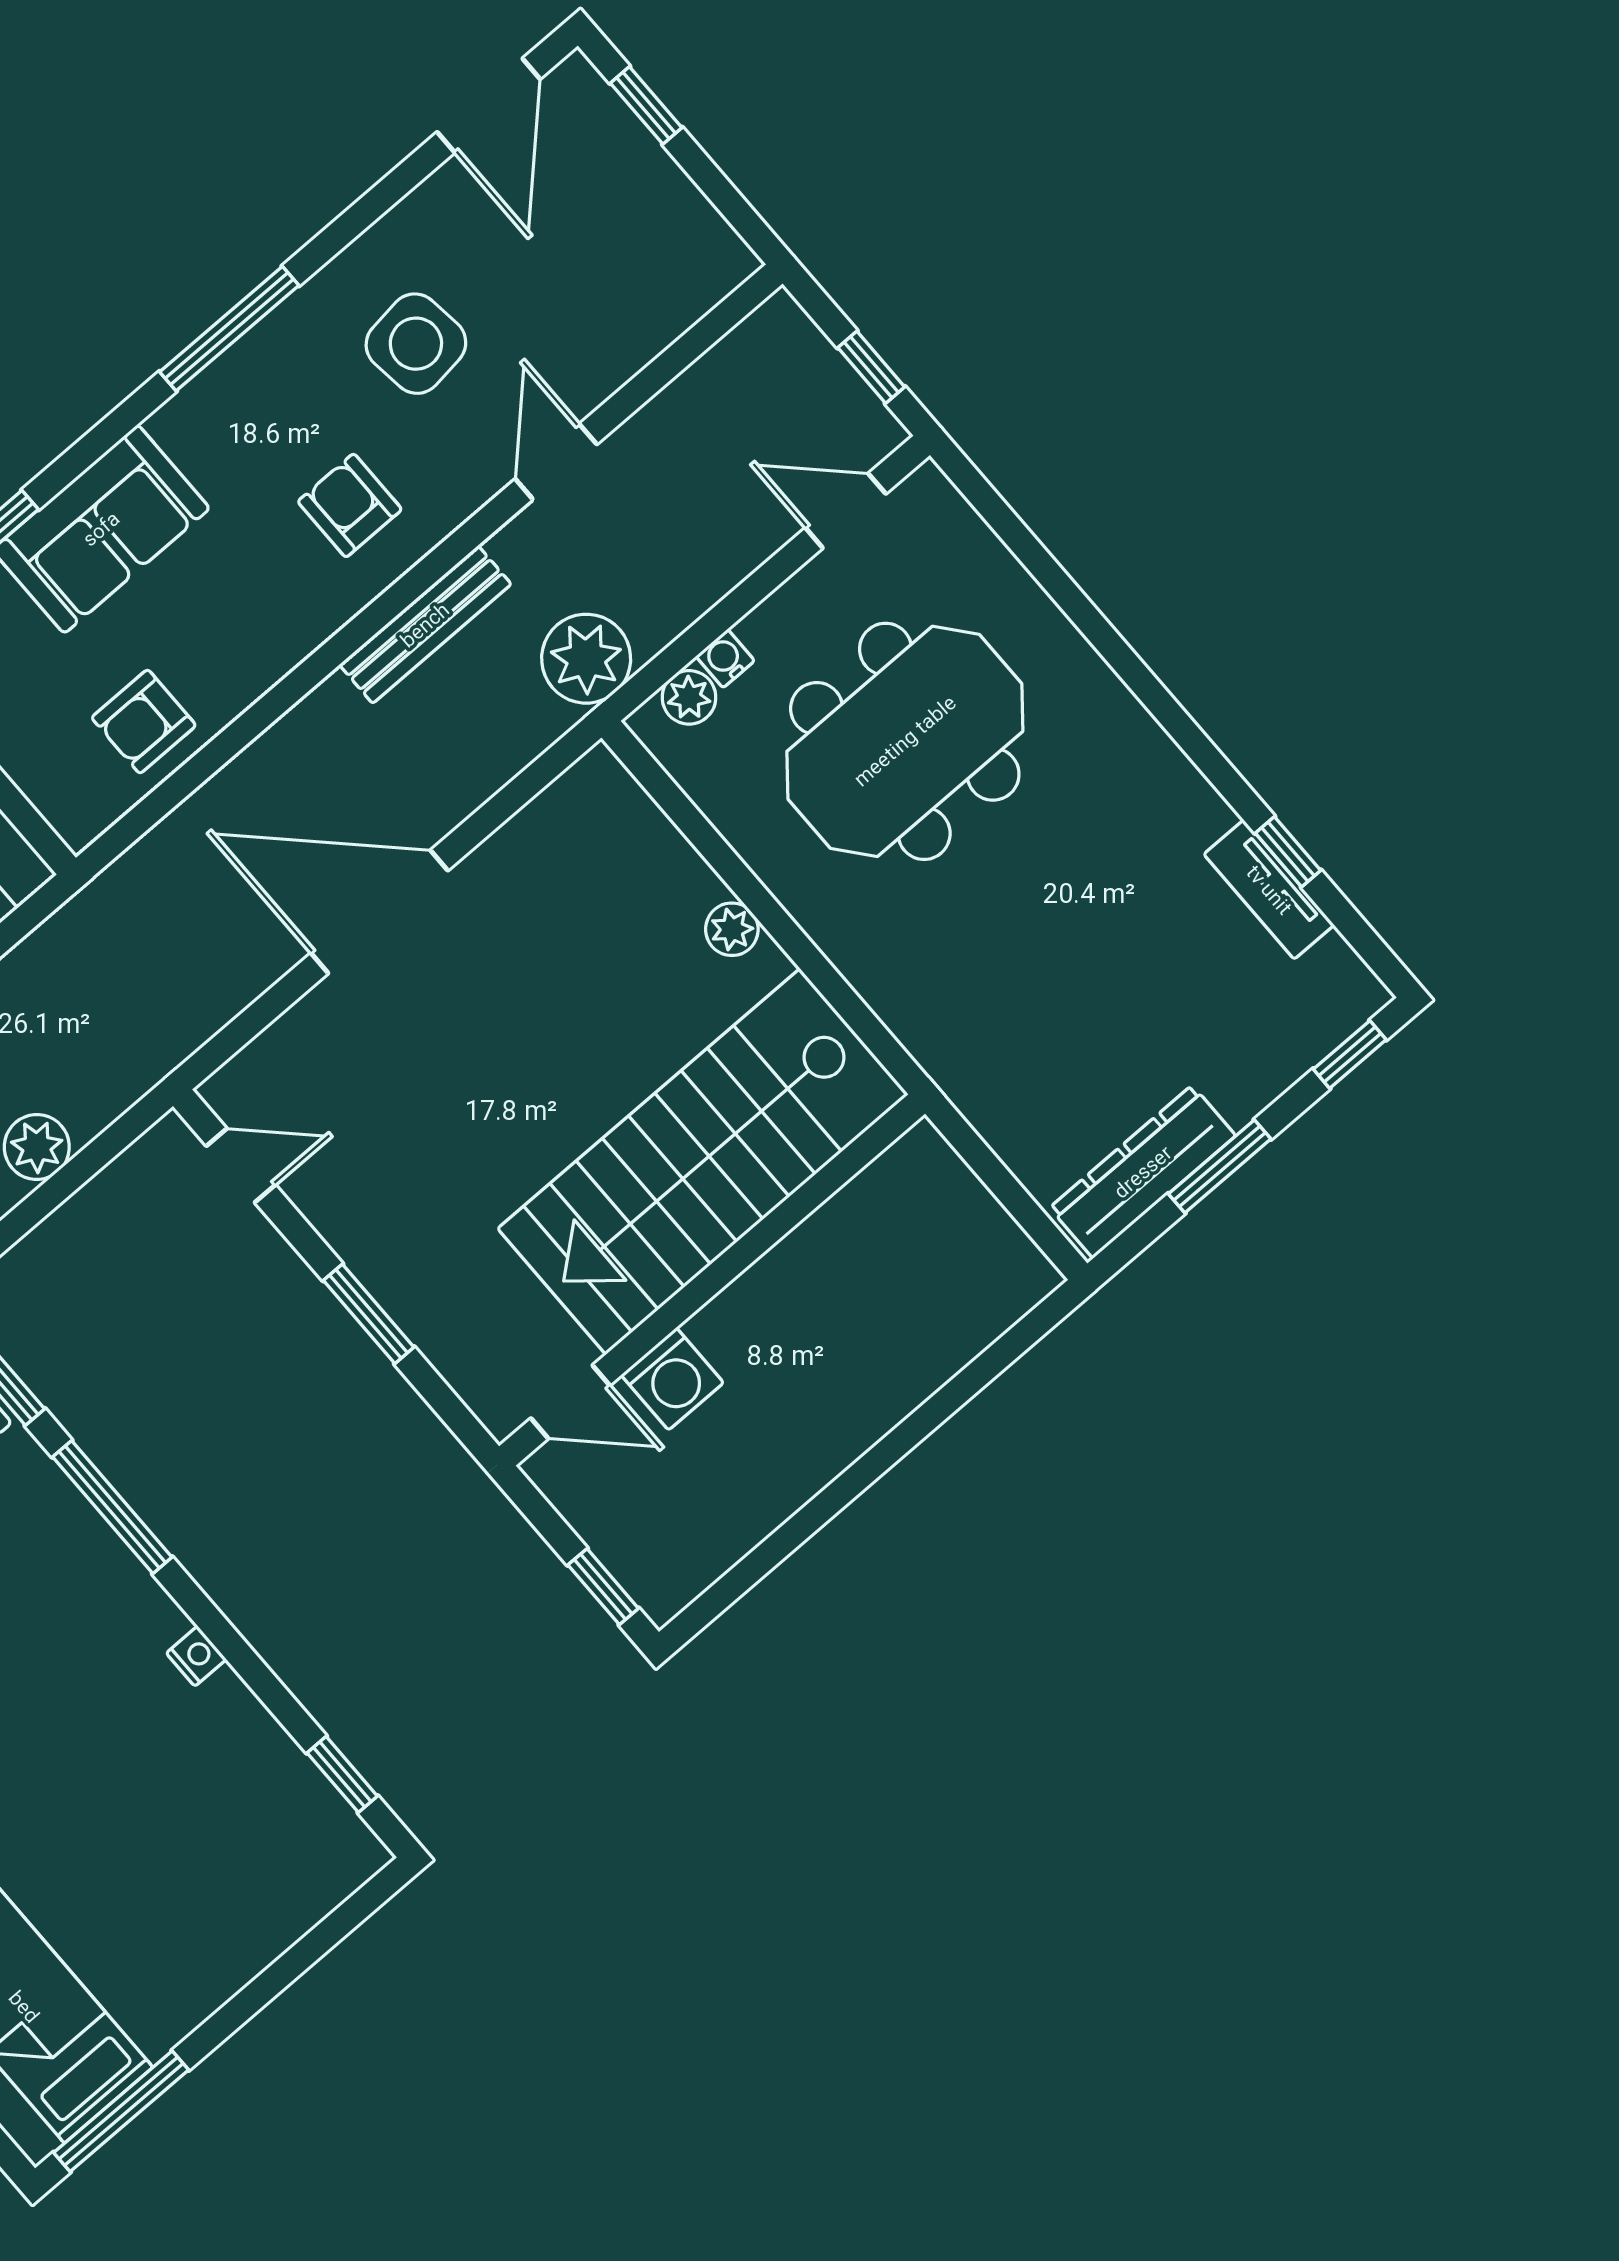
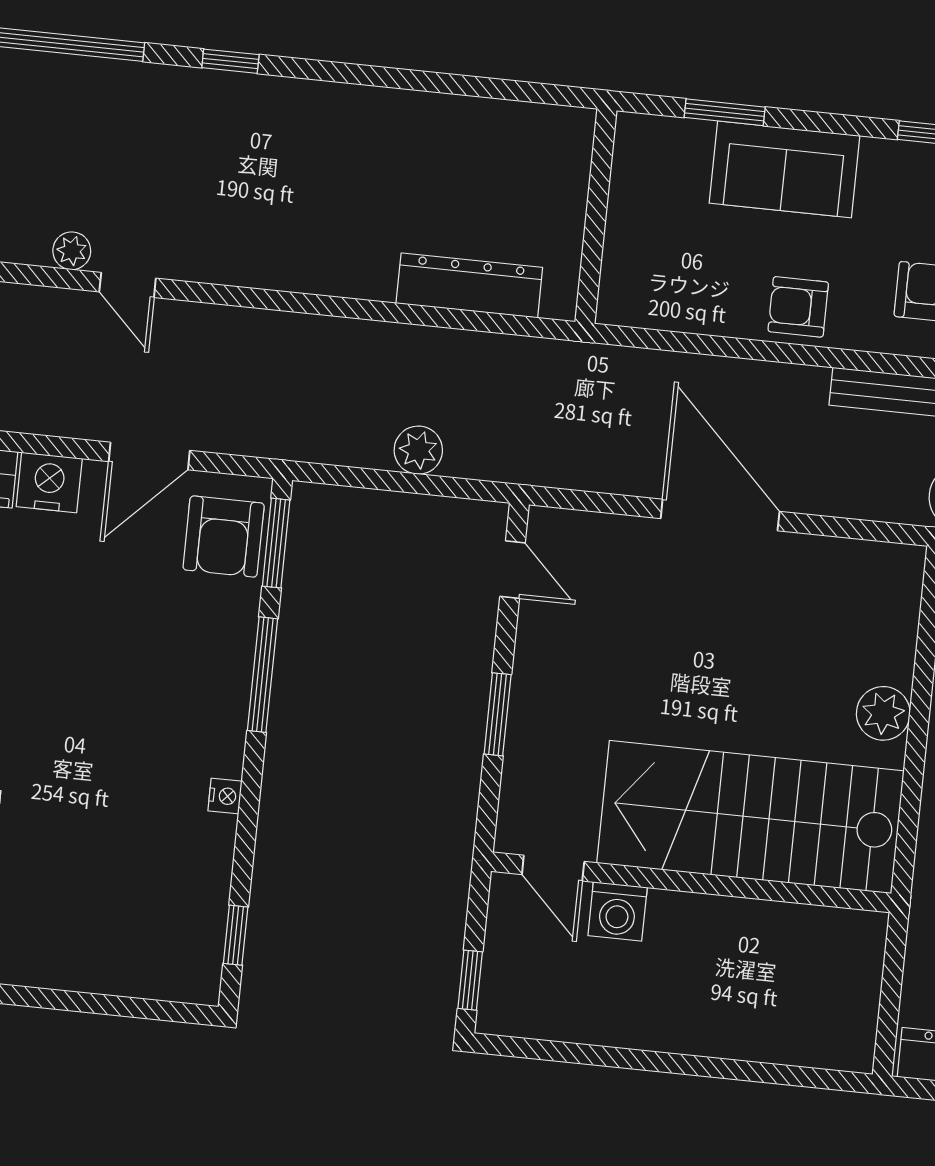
armchair: (144, 722) -> (798, 307), moved
plant: (732, 929) -> (883, 713), width x1.38, depth x1.38

